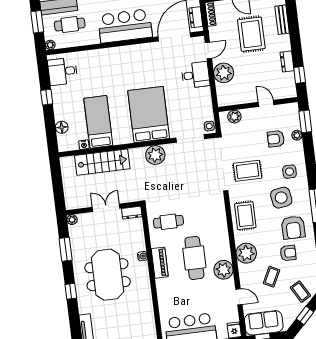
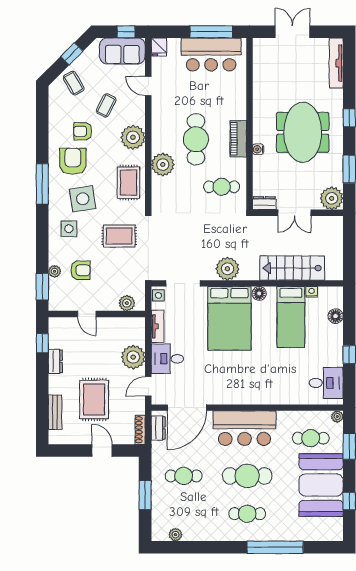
tv unit: (207, 101) -> (158, 326), added
floor lamp: (127, 138) -> (259, 293), added
plant: (72, 220) -> (332, 198), width x1.88, depth x1.88
plant: (224, 270) -> (163, 165), moved

